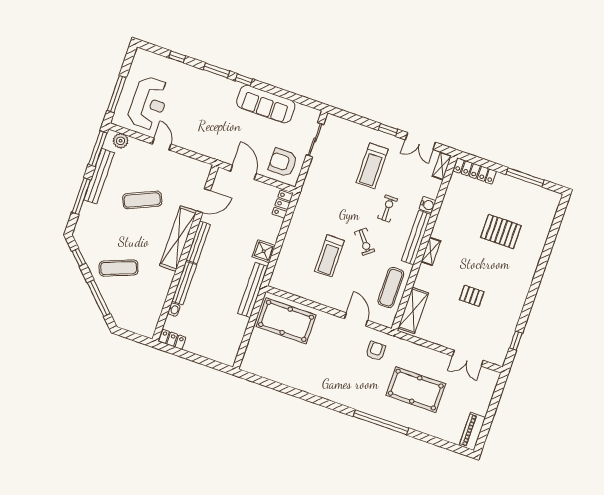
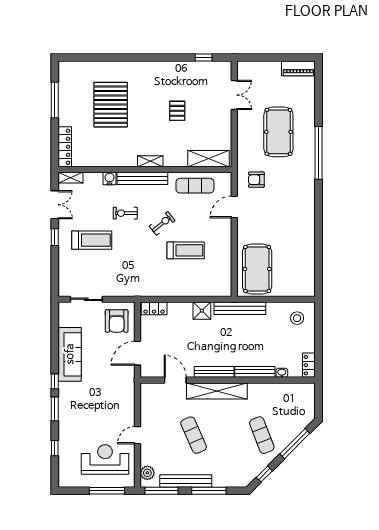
pallet: (501, 231) -> (111, 105), width x1.37, depth x1.41
stool: (223, 344) -> (297, 318), added

